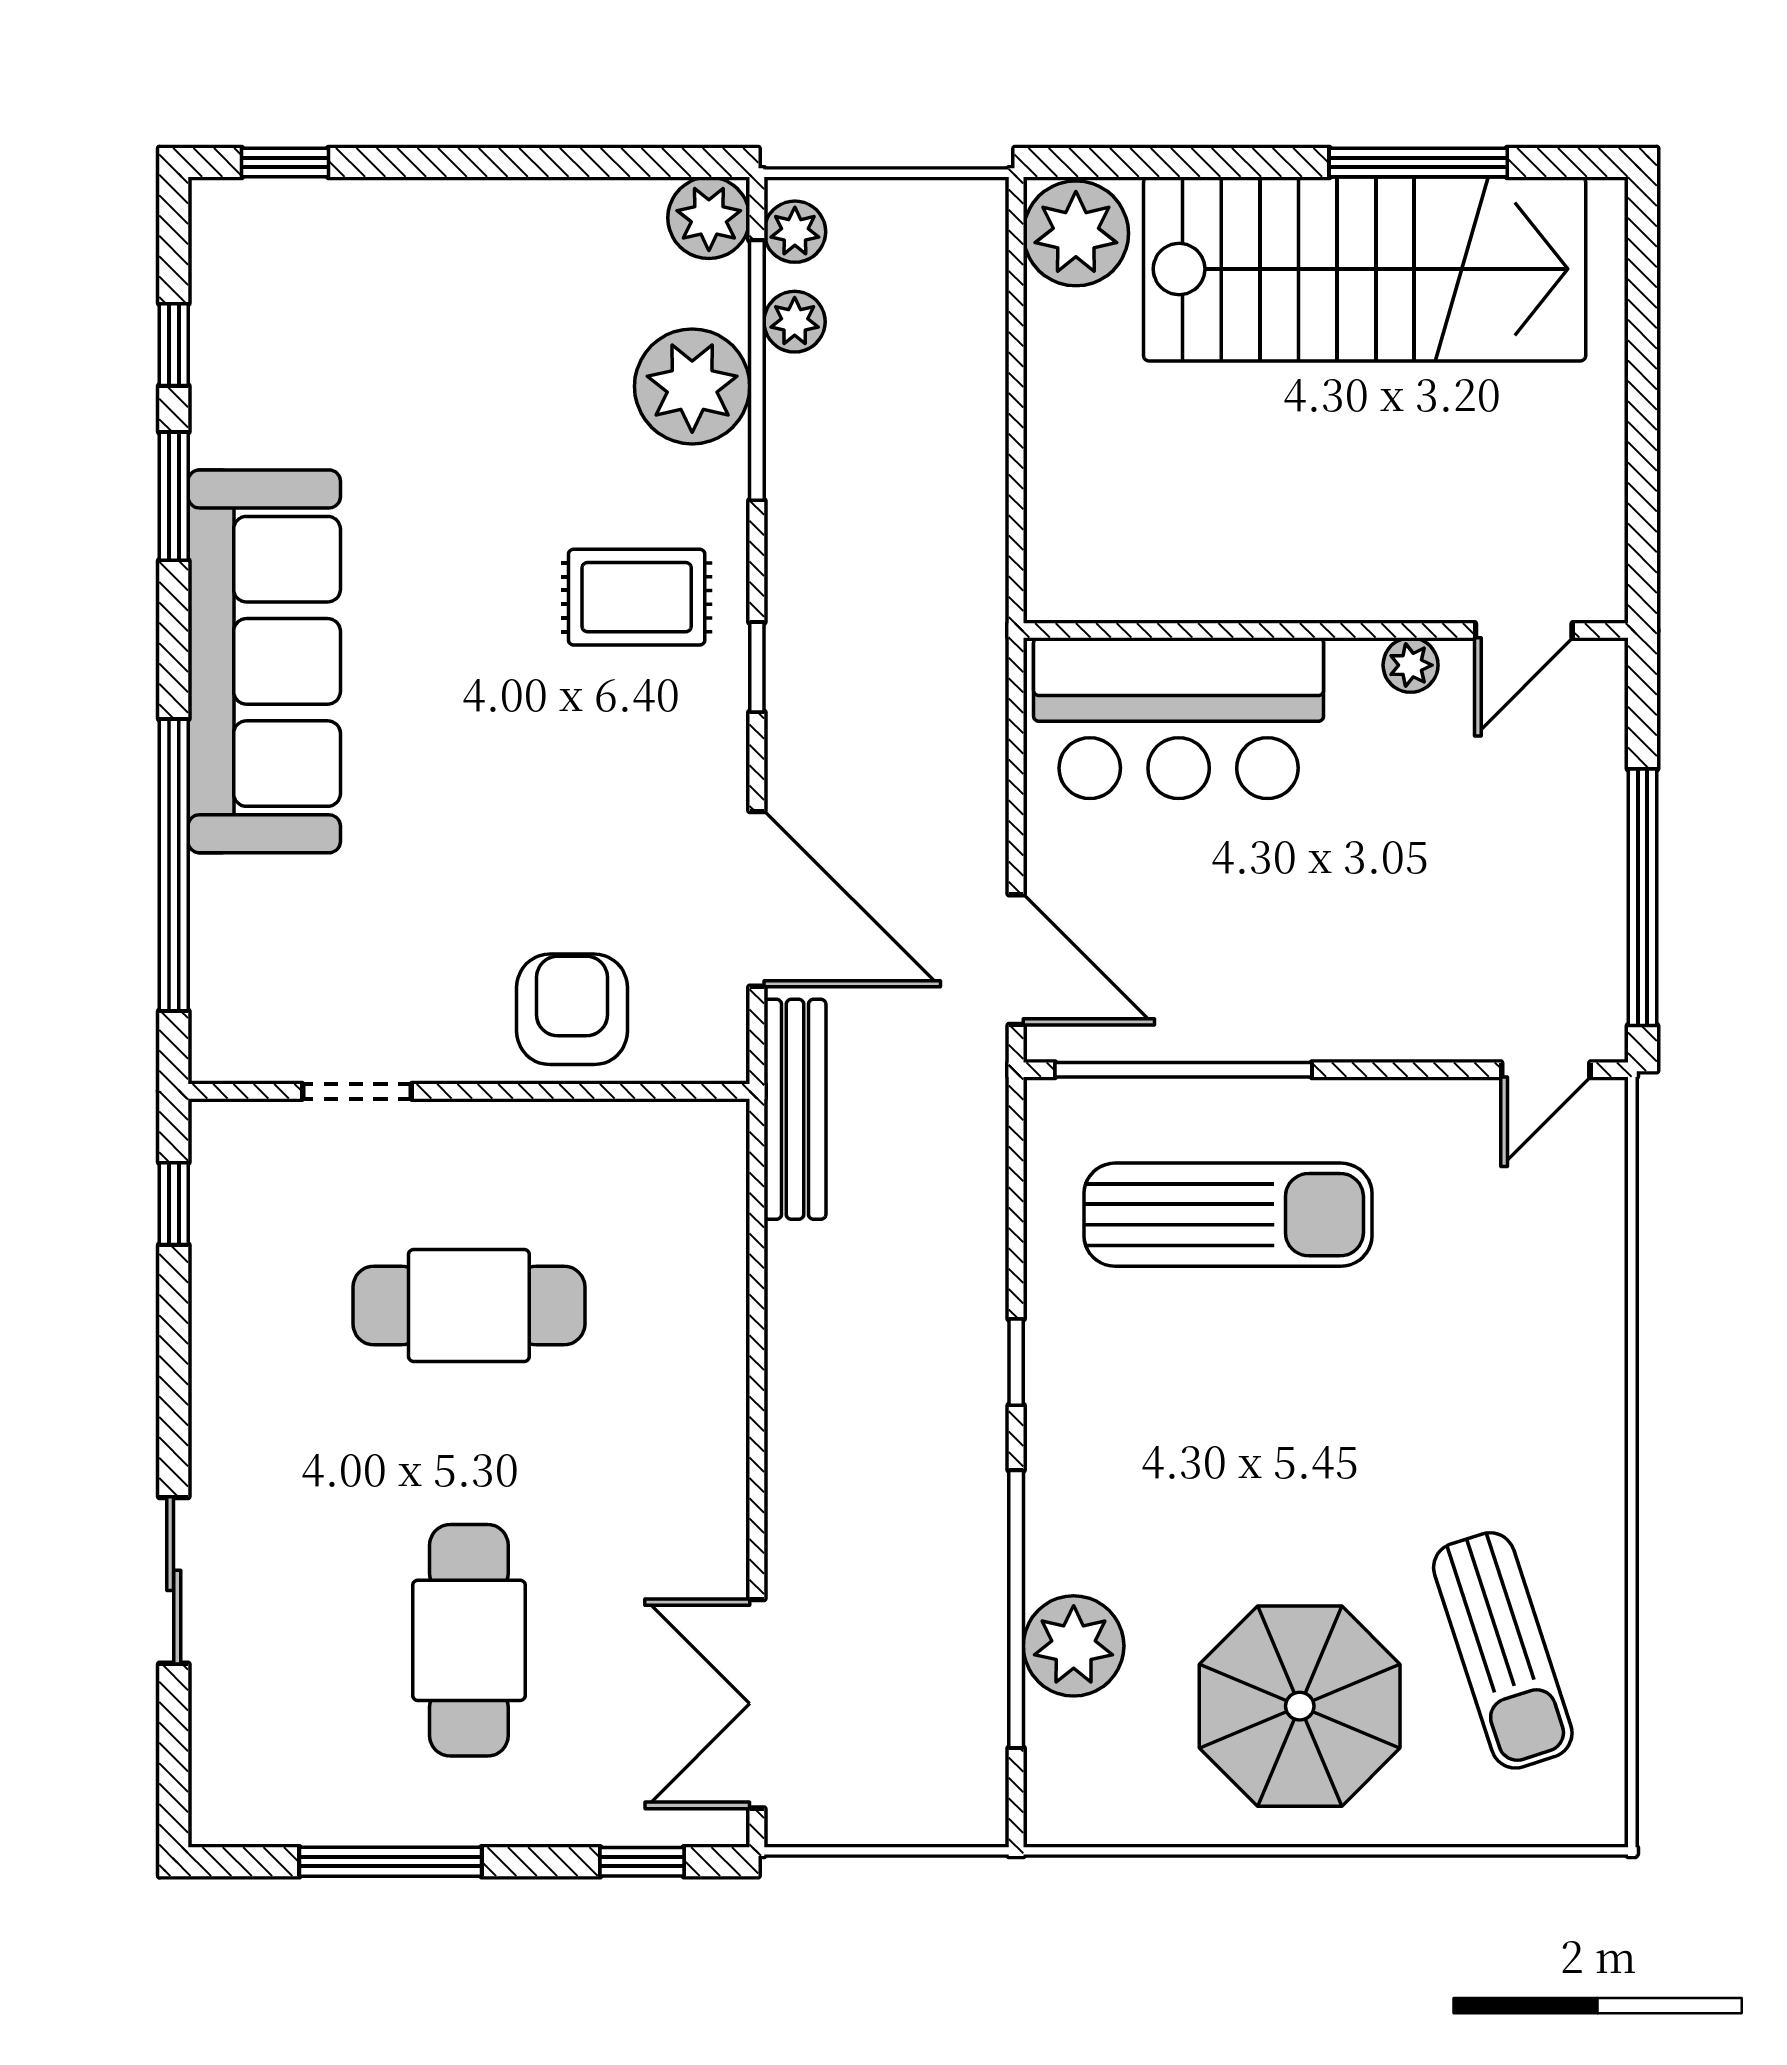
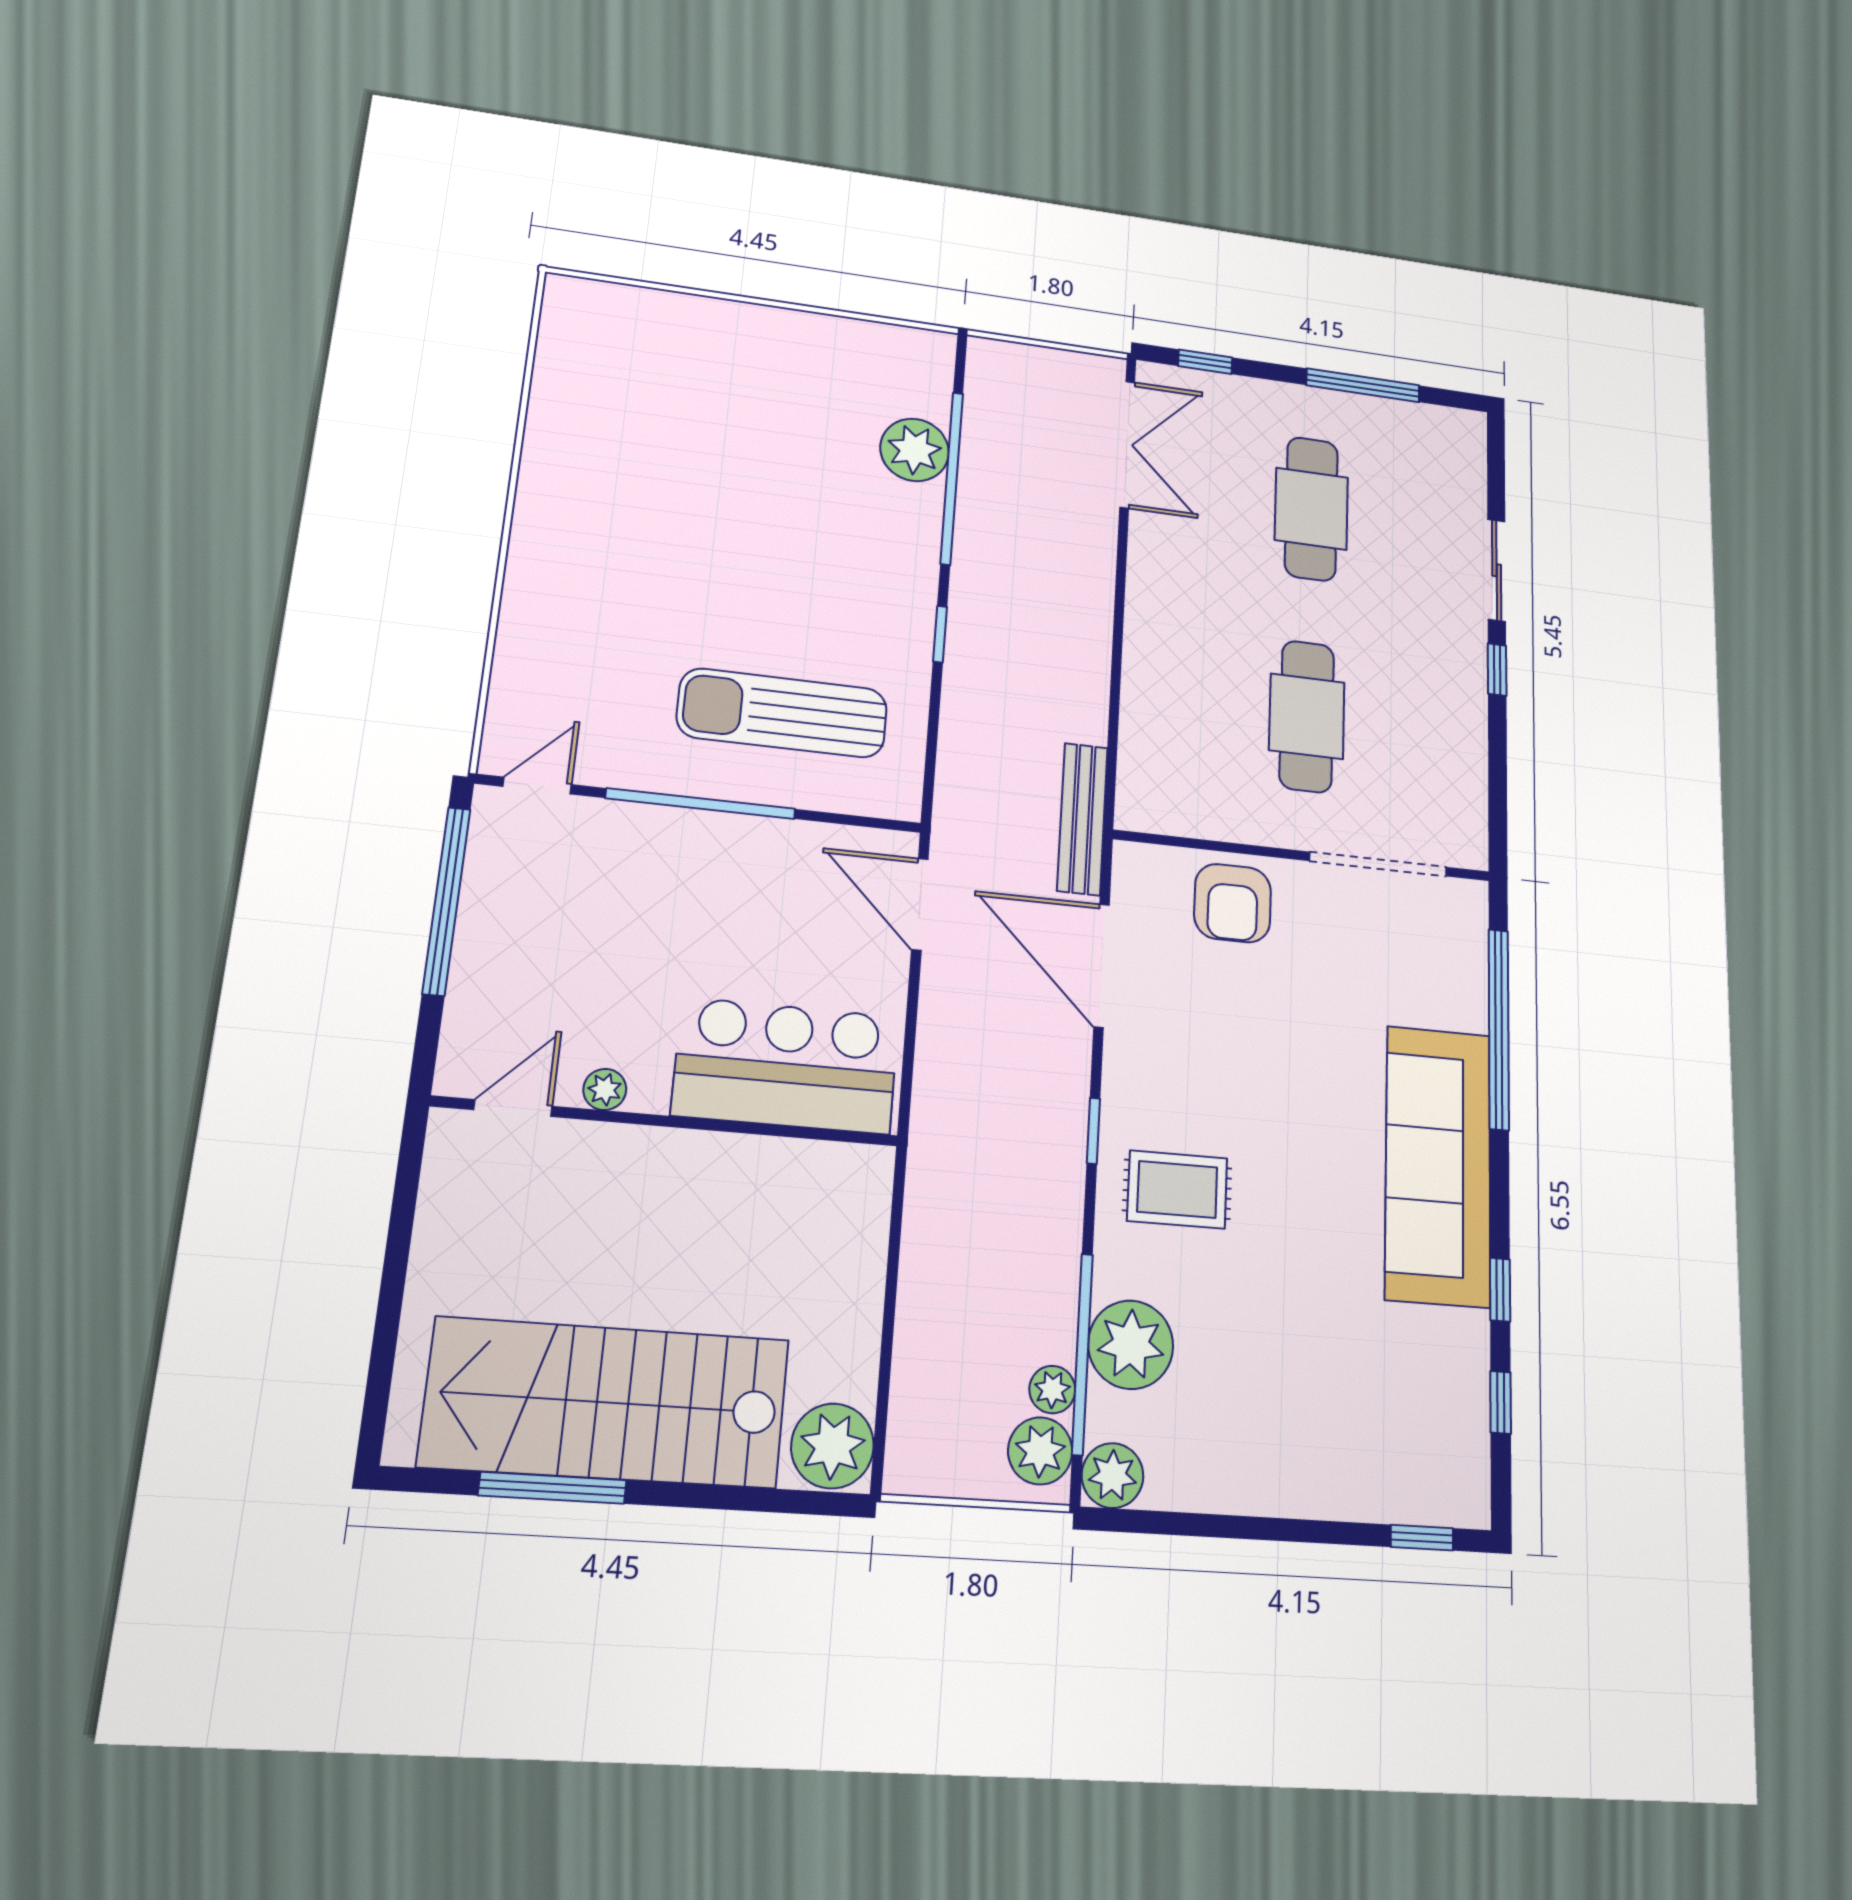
plant: (795, 232) -> (1040, 1451), width x1.38, depth x1.38
window: (174, 496) -> (1500, 1290), width x0.67
window: (1183, 1070) -> (701, 804), moved
doorway: (357, 1091) -> (1378, 864), width x1.88
window: (174, 1204) -> (1497, 670), moved
cafe table: (469, 1305) -> (1307, 716), turned 90
sun lounger: (1503, 1650) -> (617, 406), removed
parasol: (1300, 1706) -> (763, 391), removed

